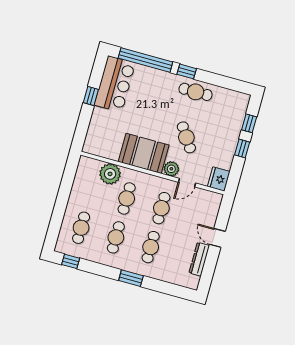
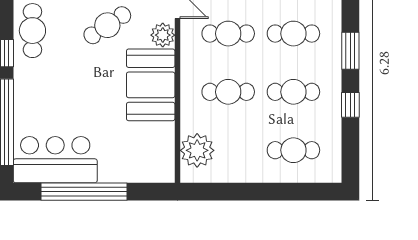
window: (91, 96) -> (84, 192), width x3.17
plant: (110, 174) -> (197, 150), moved
window: (71, 261) -> (350, 105), moved

